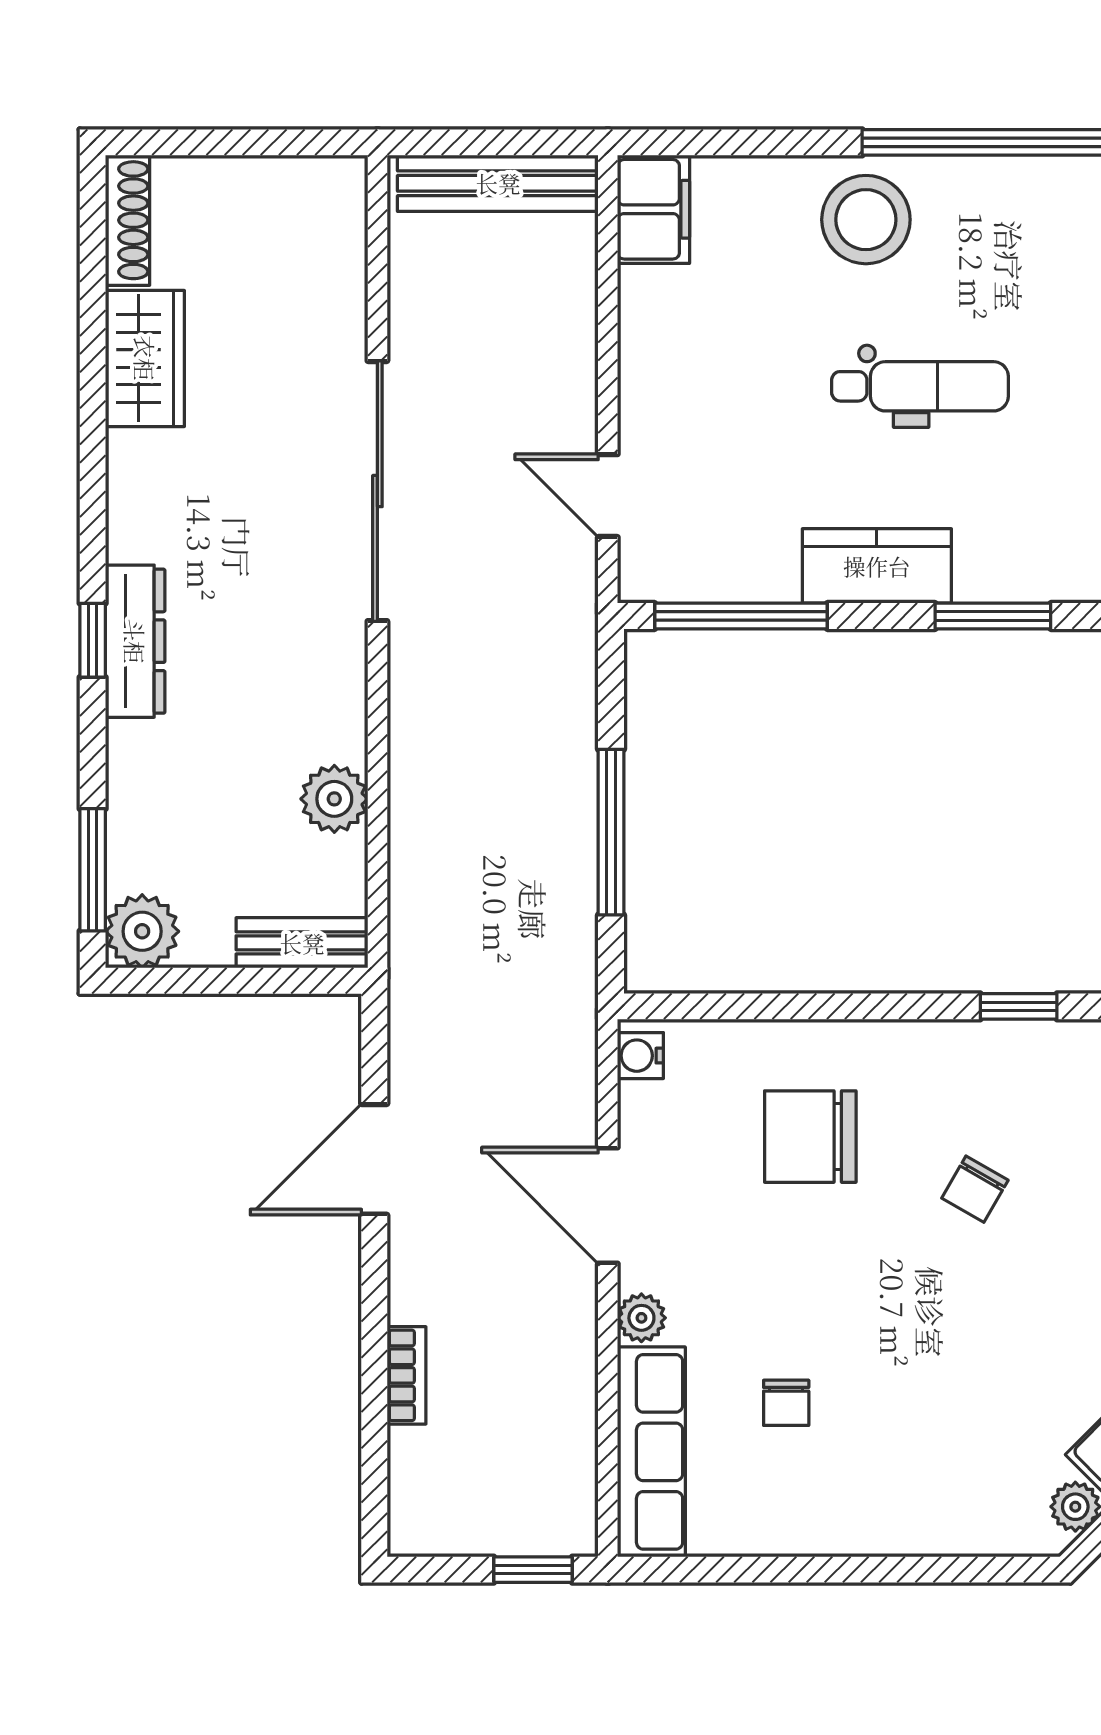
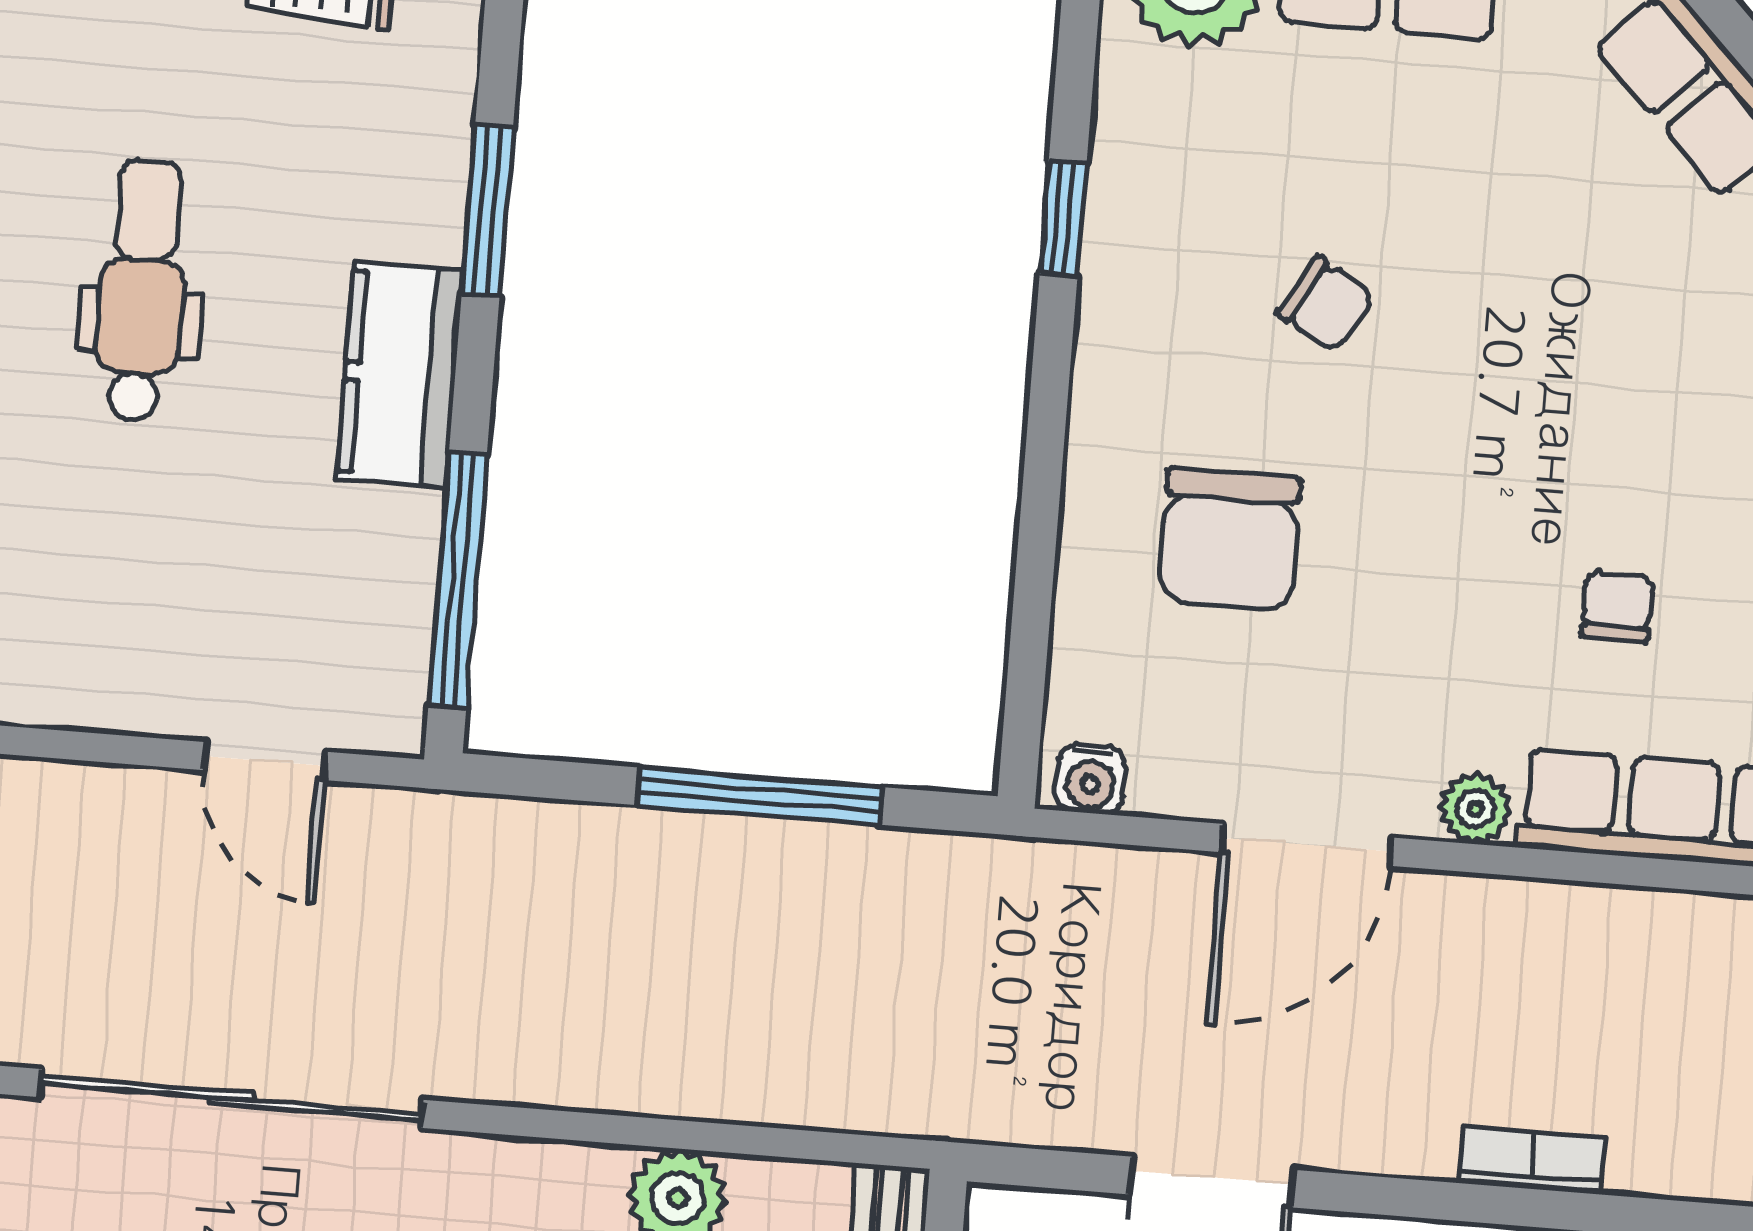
door: (608, 496) -> (265, 761), hinge flipped
chair: (786, 1403) -> (1617, 606), turned -90

